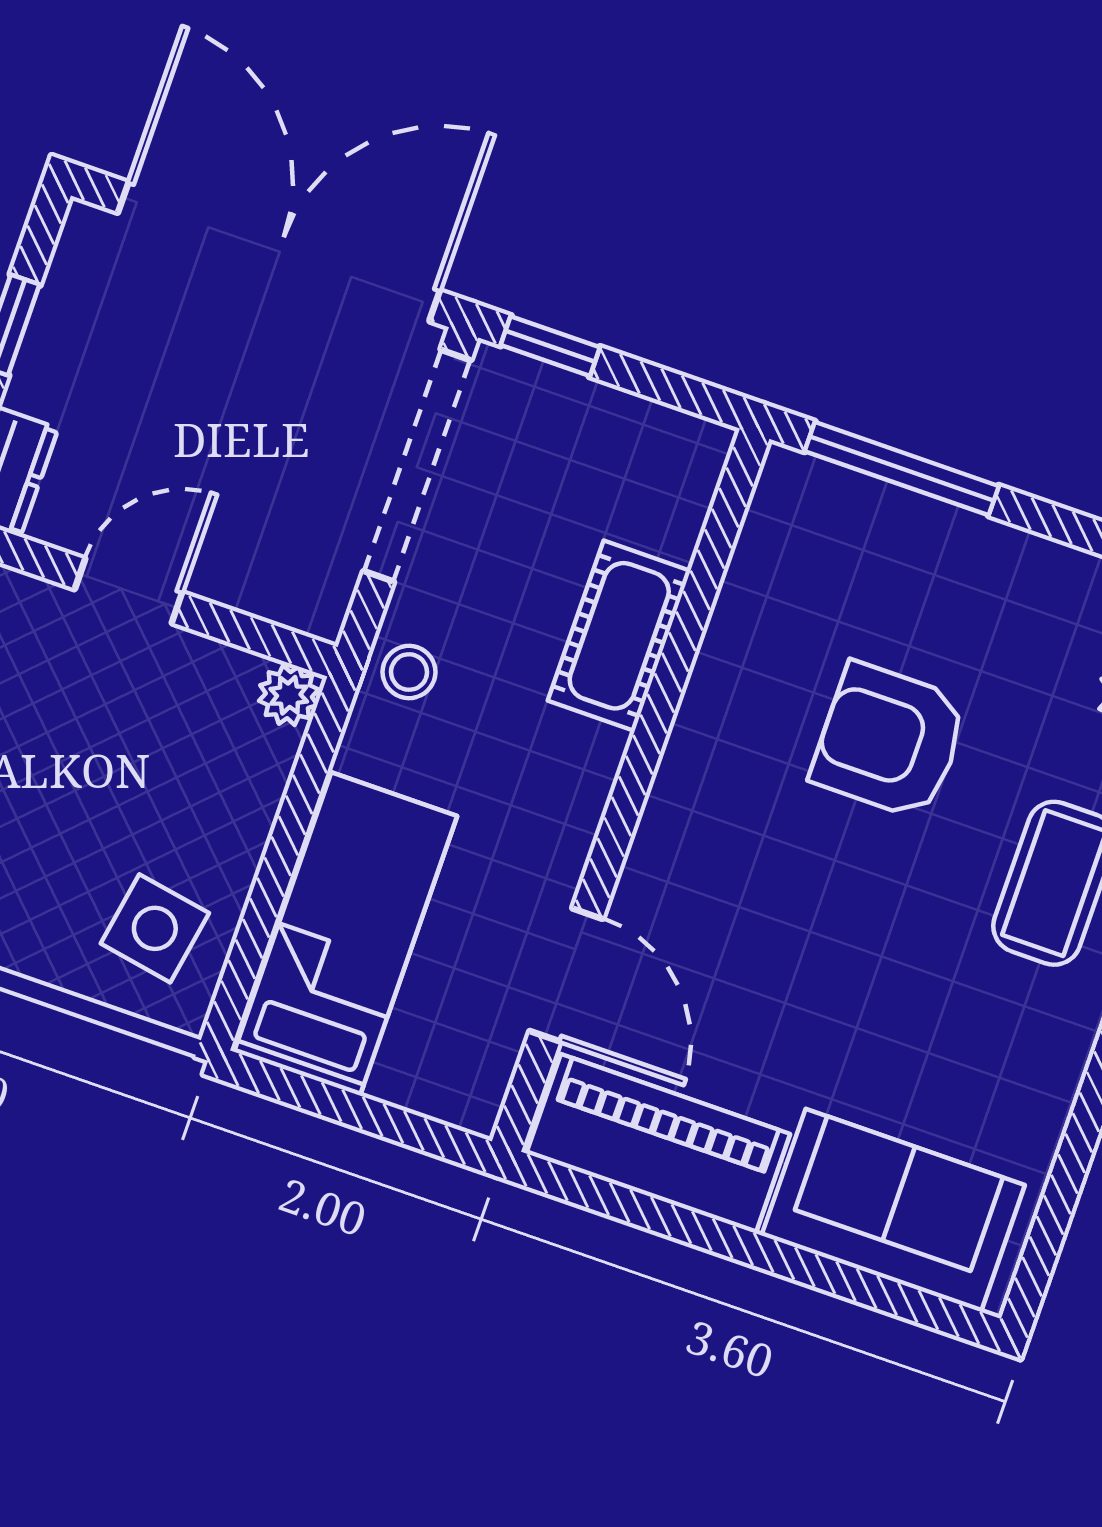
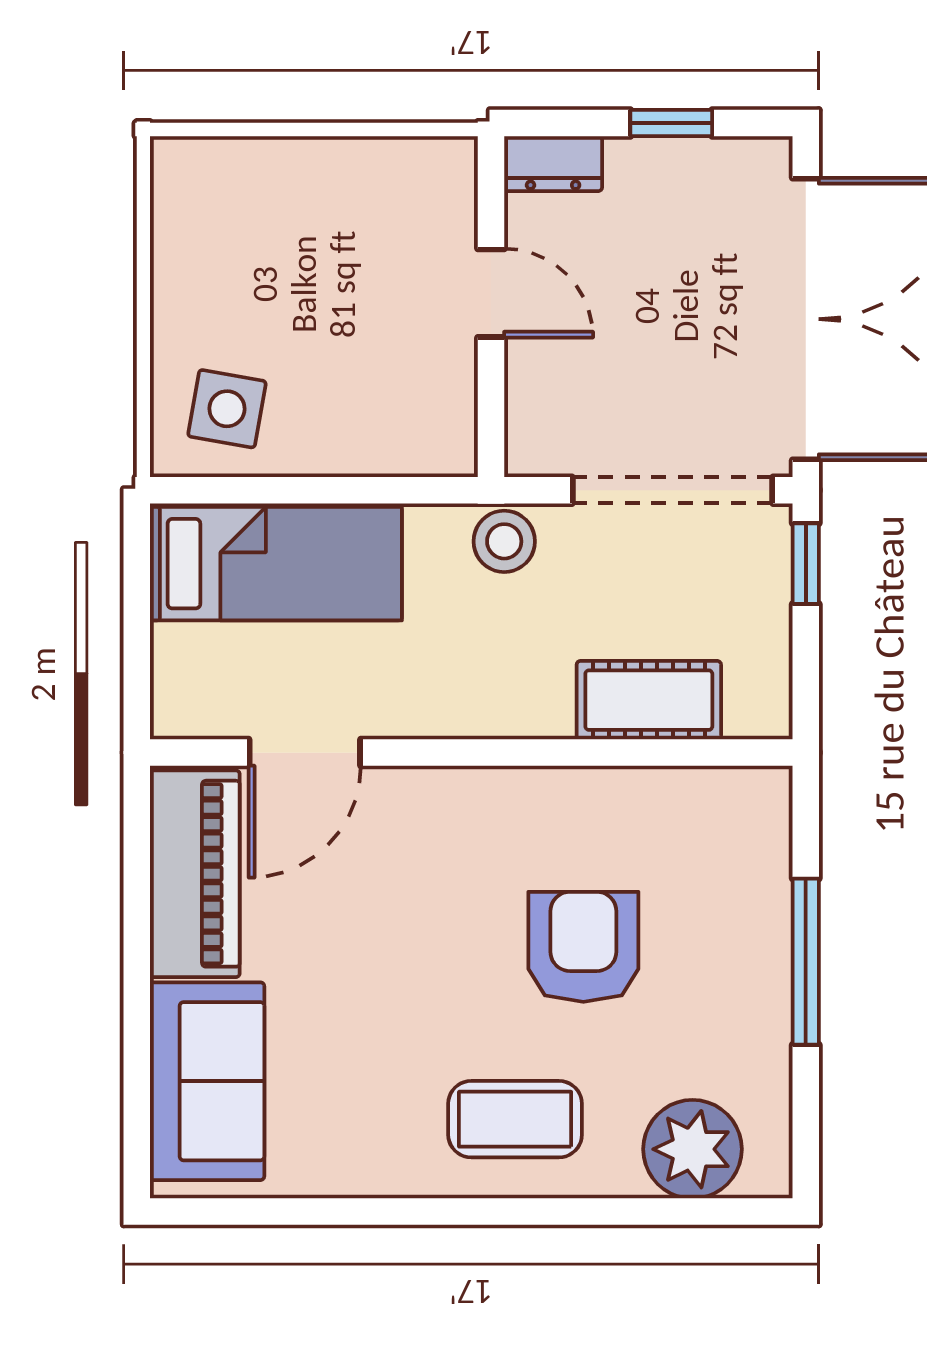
window: (902, 469) -> (806, 962), moved
cot: (619, 636) -> (649, 700), moved
stool: (409, 672) -> (504, 541), width x1.37, depth x1.37
plant: (289, 695) -> (452, 451), removed

